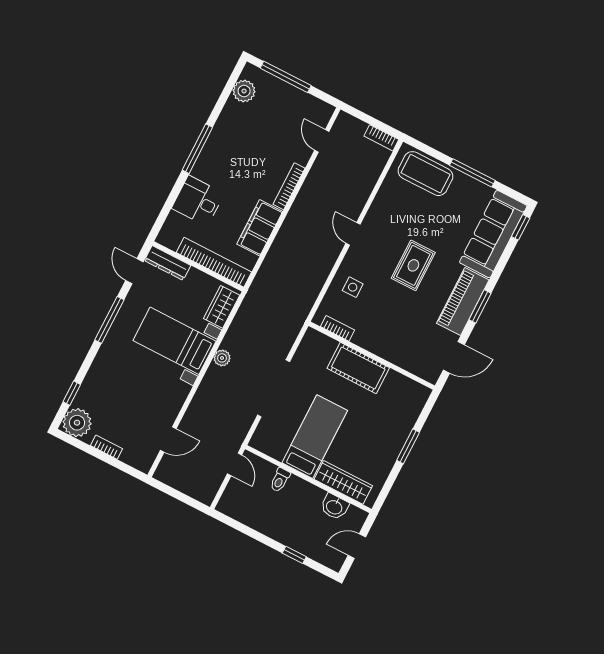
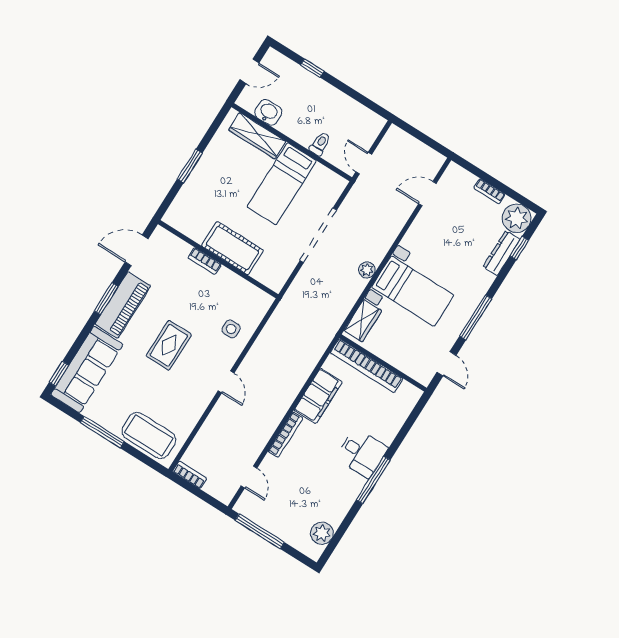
window: (286, 77) -> (260, 531), moved
desk: (198, 201) -> (362, 453), moved
dresser: (168, 263) -> (501, 253), moved, turned -90
bookcase: (337, 328) -> (205, 261), moved

